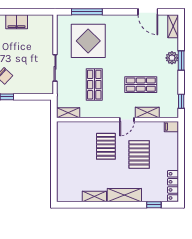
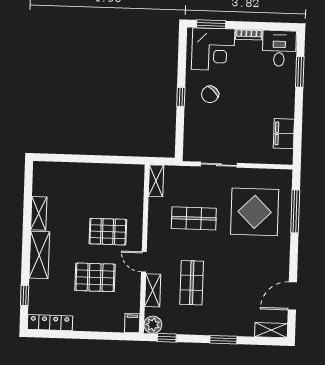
filing cabinet: (17, 22) -> (284, 134), moved
plant: (172, 58) -> (153, 325), moved

